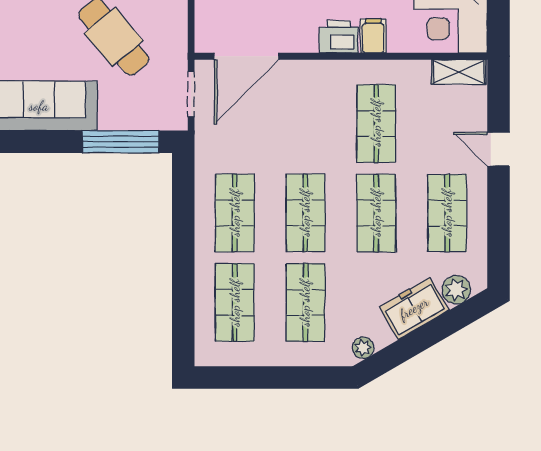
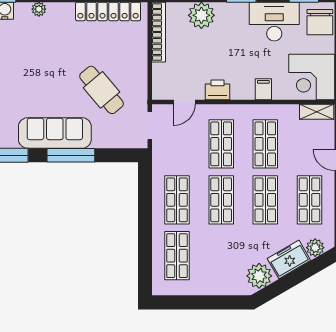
printer: (339, 37) -> (217, 90), moved
door: (246, 56) -> (184, 102), width x0.53
window: (121, 142) -> (71, 155), moved
shop shelf: (305, 303) -> (221, 144), moved
plant: (363, 348) -> (259, 276), width x1.87, depth x1.87

